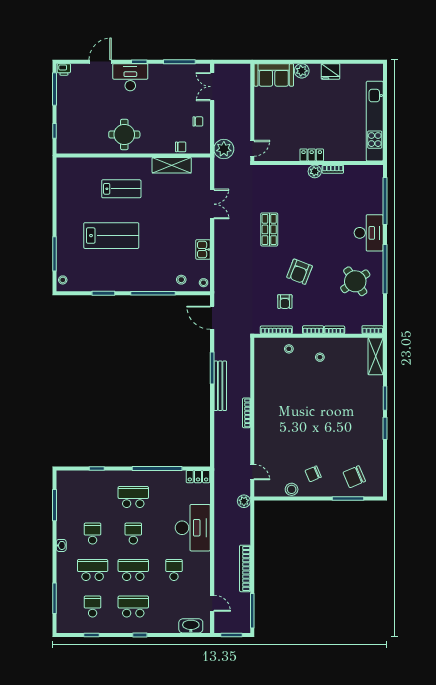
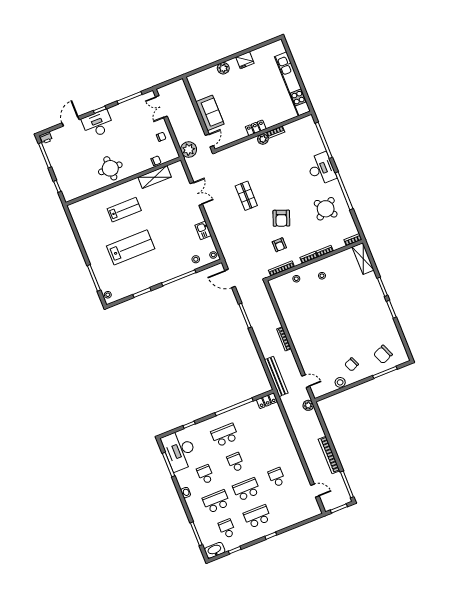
sofa: (274, 75) -> (210, 113), moved, turned -90
bench: (220, 386) -> (276, 376), moved
desk: (193, 528) -> (179, 450), moved, turned 180
washbasin: (191, 626) -> (215, 550), moved

